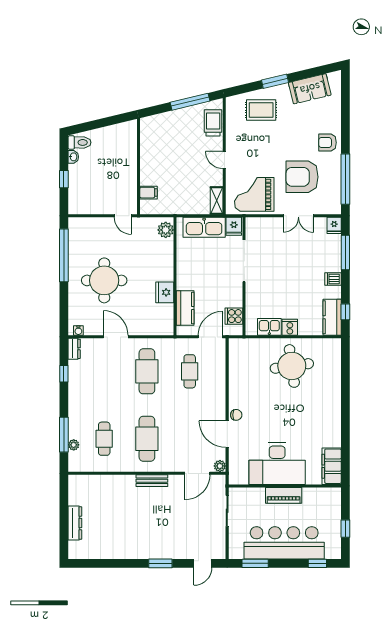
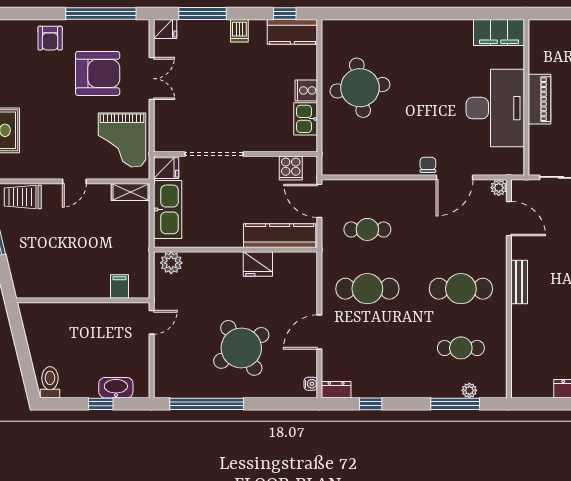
washbasin: (73, 157) -> (116, 388), moved, width x1.91, depth x1.45
armchair: (302, 177) -> (98, 73), turned -90
round table: (104, 280) -> (241, 348), turned -33
kitchen counter: (185, 308) -> (280, 236), width x1.50

